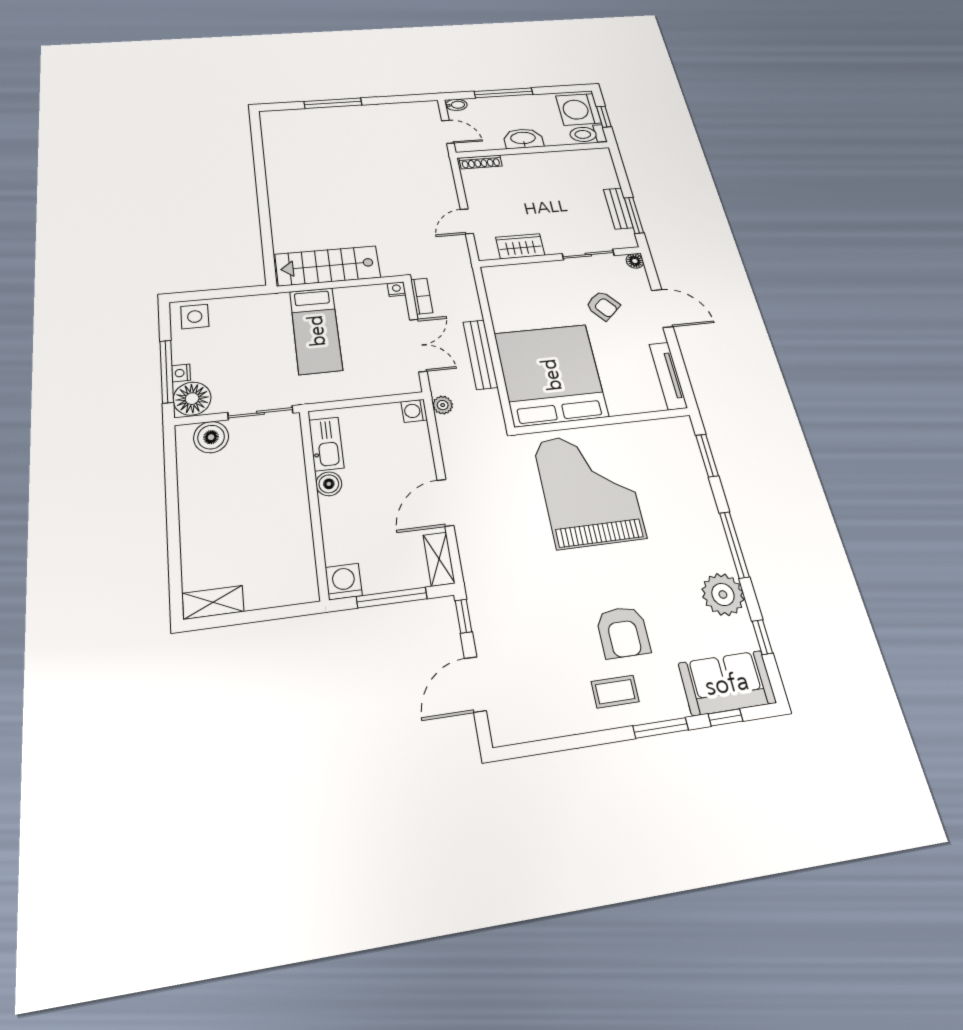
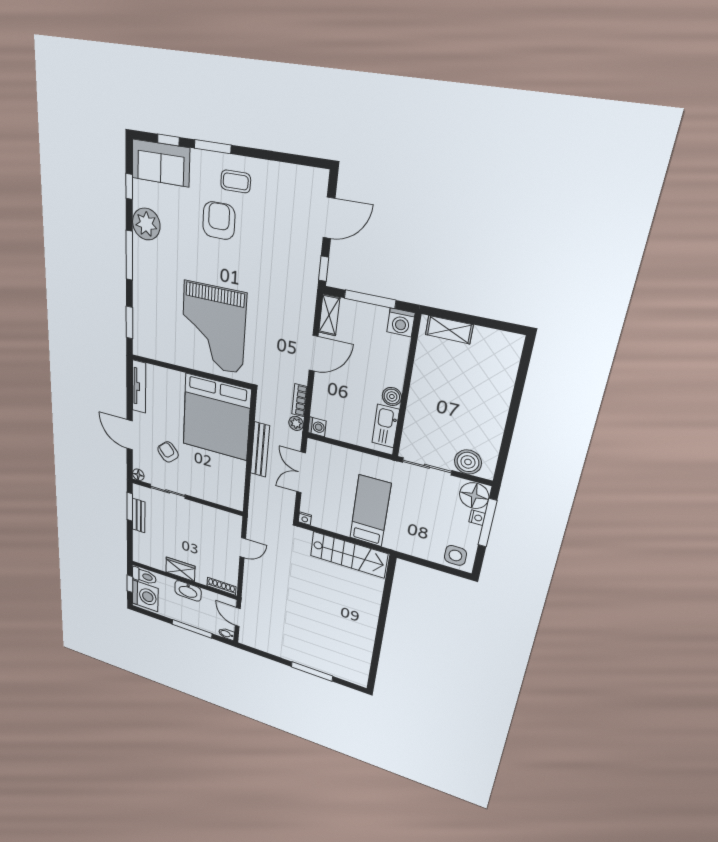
wardrobe: (520, 246) -> (180, 569), moved, turned 180
bookcase: (422, 296) -> (299, 400), moved
shelving: (213, 602) -> (449, 330), moved

